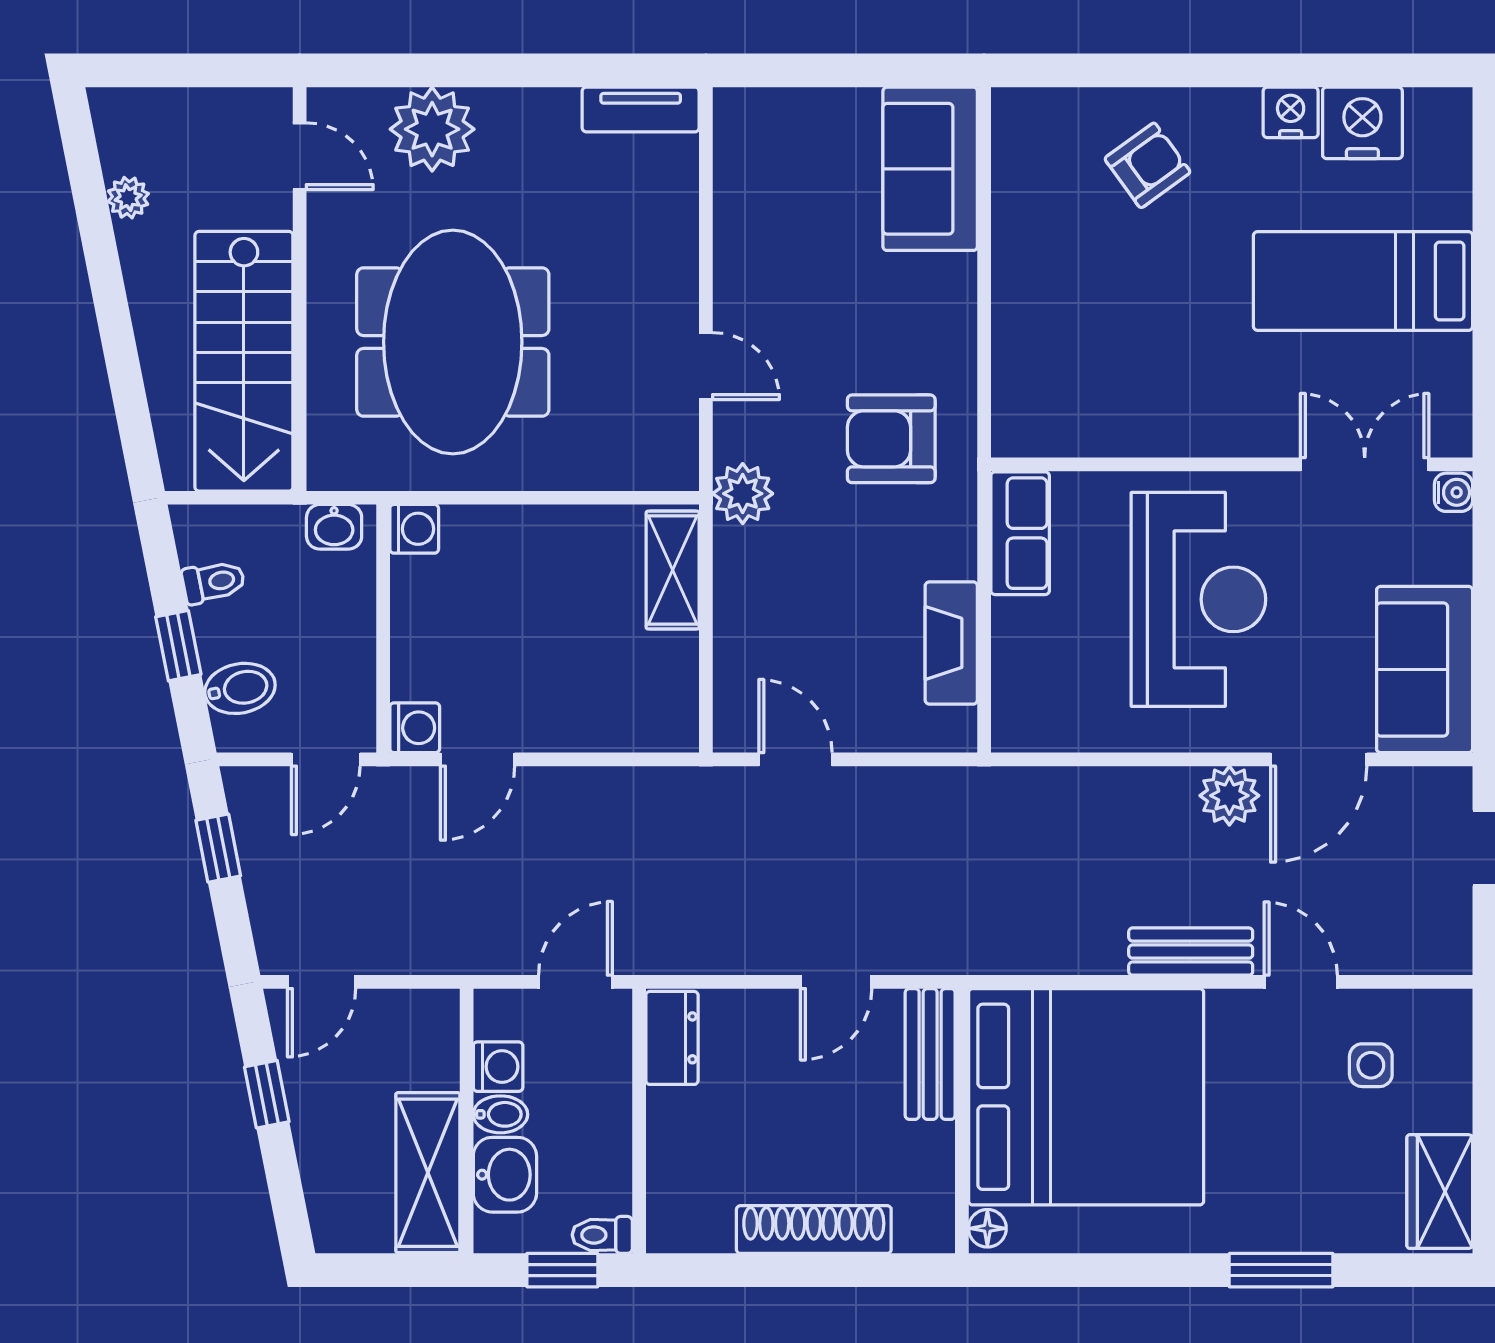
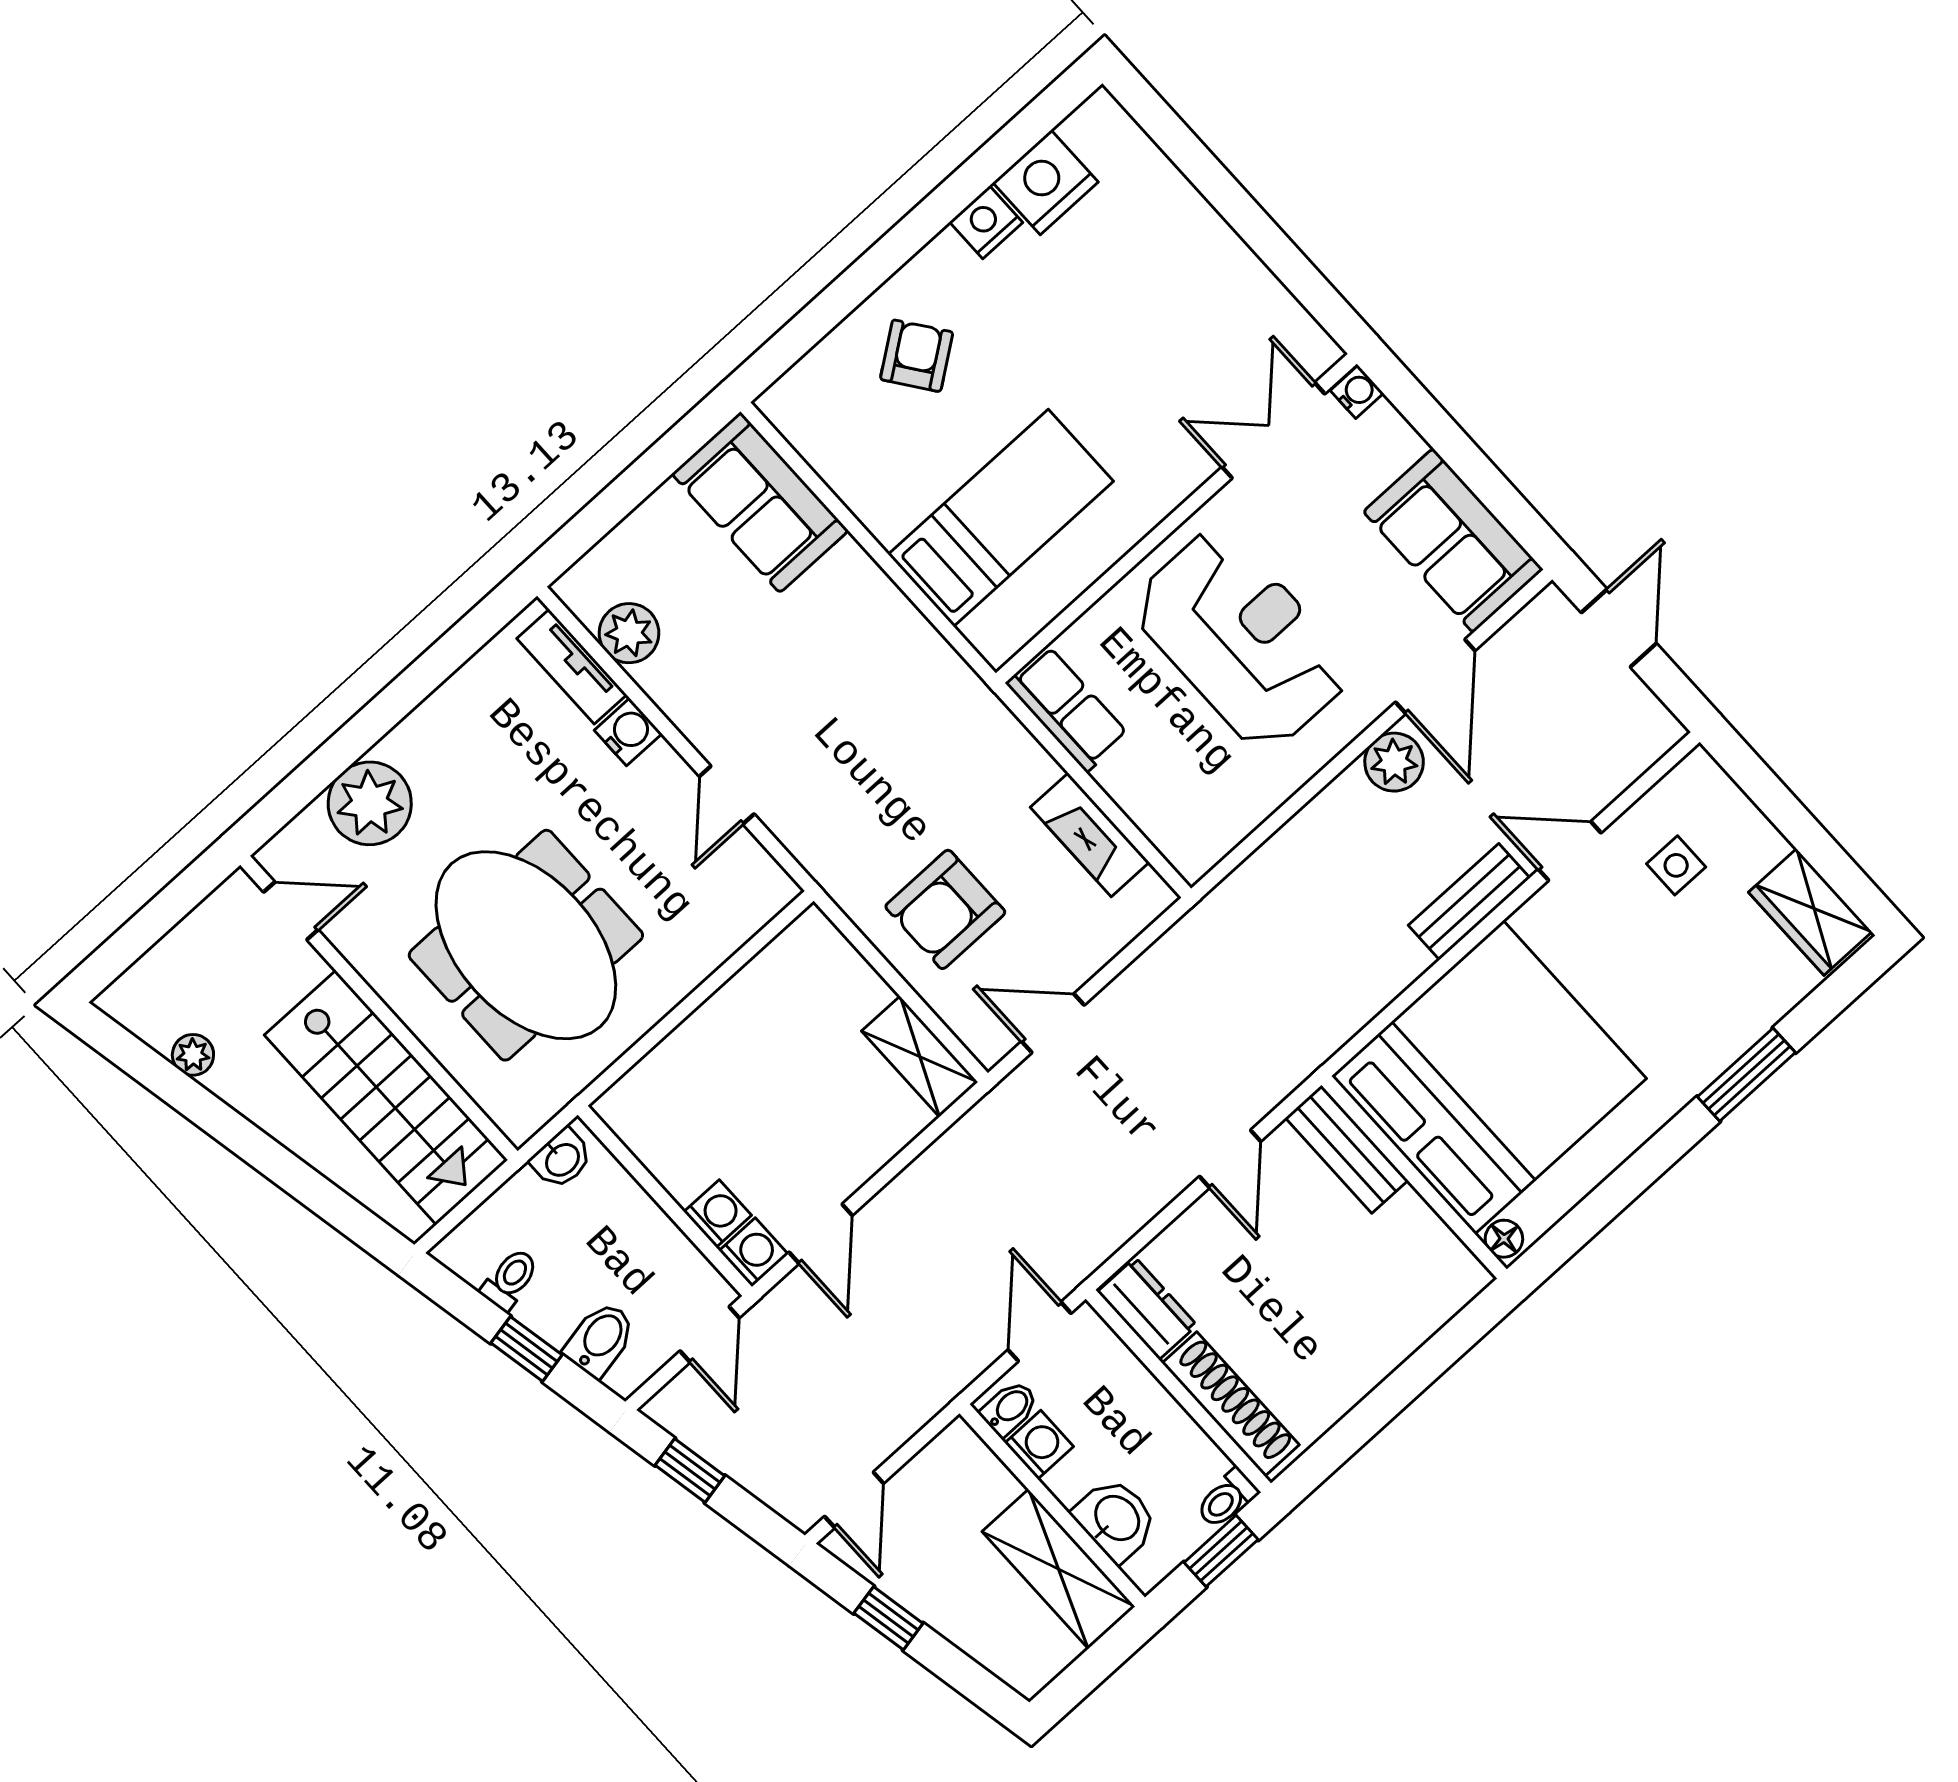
tv unit: (641, 109) -> (572, 667), moved, turned 90
water cooler: (675, 251) -> (628, 732), added
bed: (1363, 281) -> (1001, 518), moved, turned 180
door: (706, 366) -> (727, 795), swing flipped
armchair: (891, 439) -> (945, 909), moved
plant: (743, 494) -> (629, 633), moved
washing machine: (414, 529) -> (718, 1213), moved
shelving: (673, 570) -> (920, 1057), moved
bidet: (500, 1114) -> (1009, 1408), moved
shoe rack: (814, 1230) -> (1231, 1404), moved, turned 90

